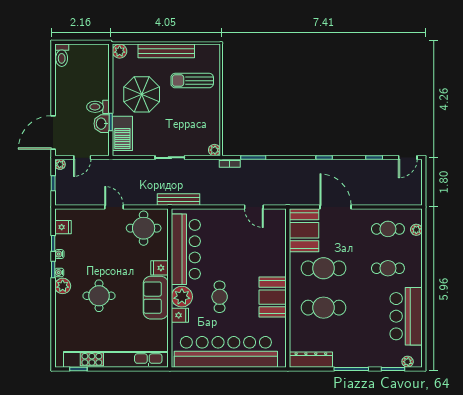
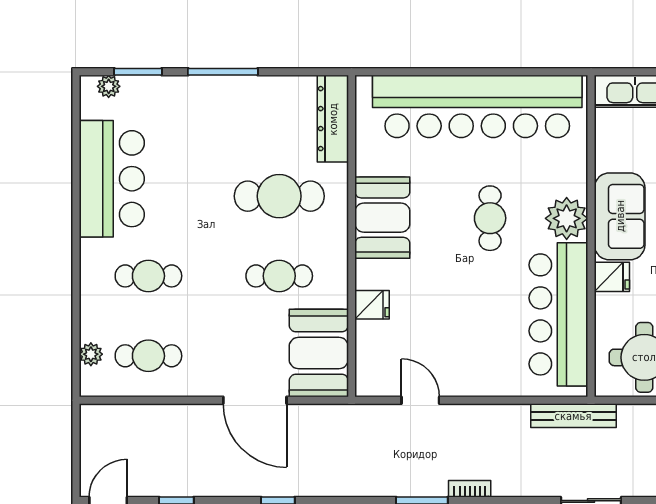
cafe table: (324, 268) -> (279, 276), width x0.73, depth x0.74
fridge: (180, 315) -> (372, 305), moved, turned 180
dresser: (311, 360) -> (333, 119), moved, turned 90

